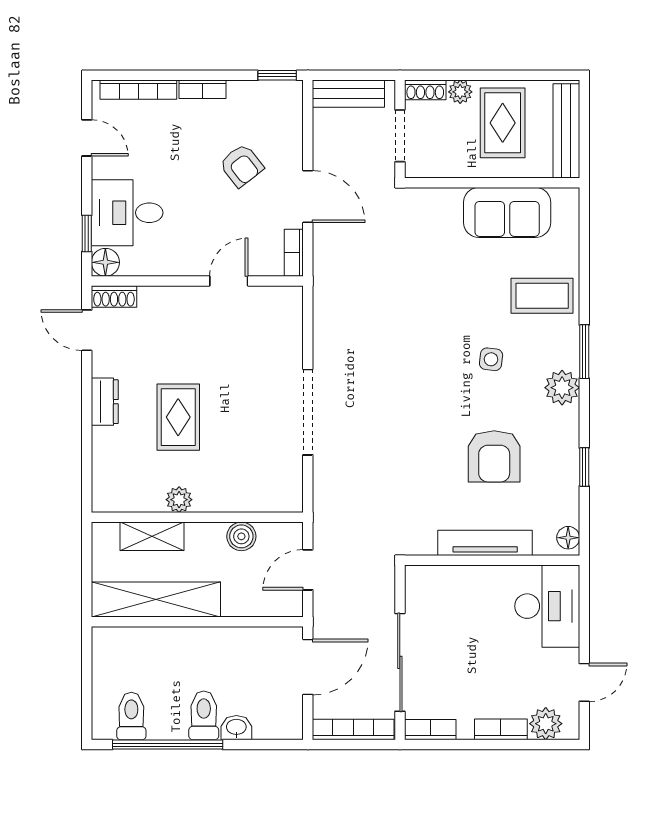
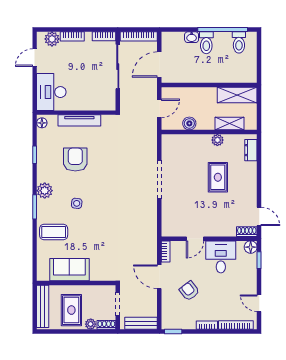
desk: (127, 213) -> (221, 257), moved, turned -90
dresser: (105, 402) -> (251, 150), moved
shelving: (156, 600) -> (237, 95), width x0.68

